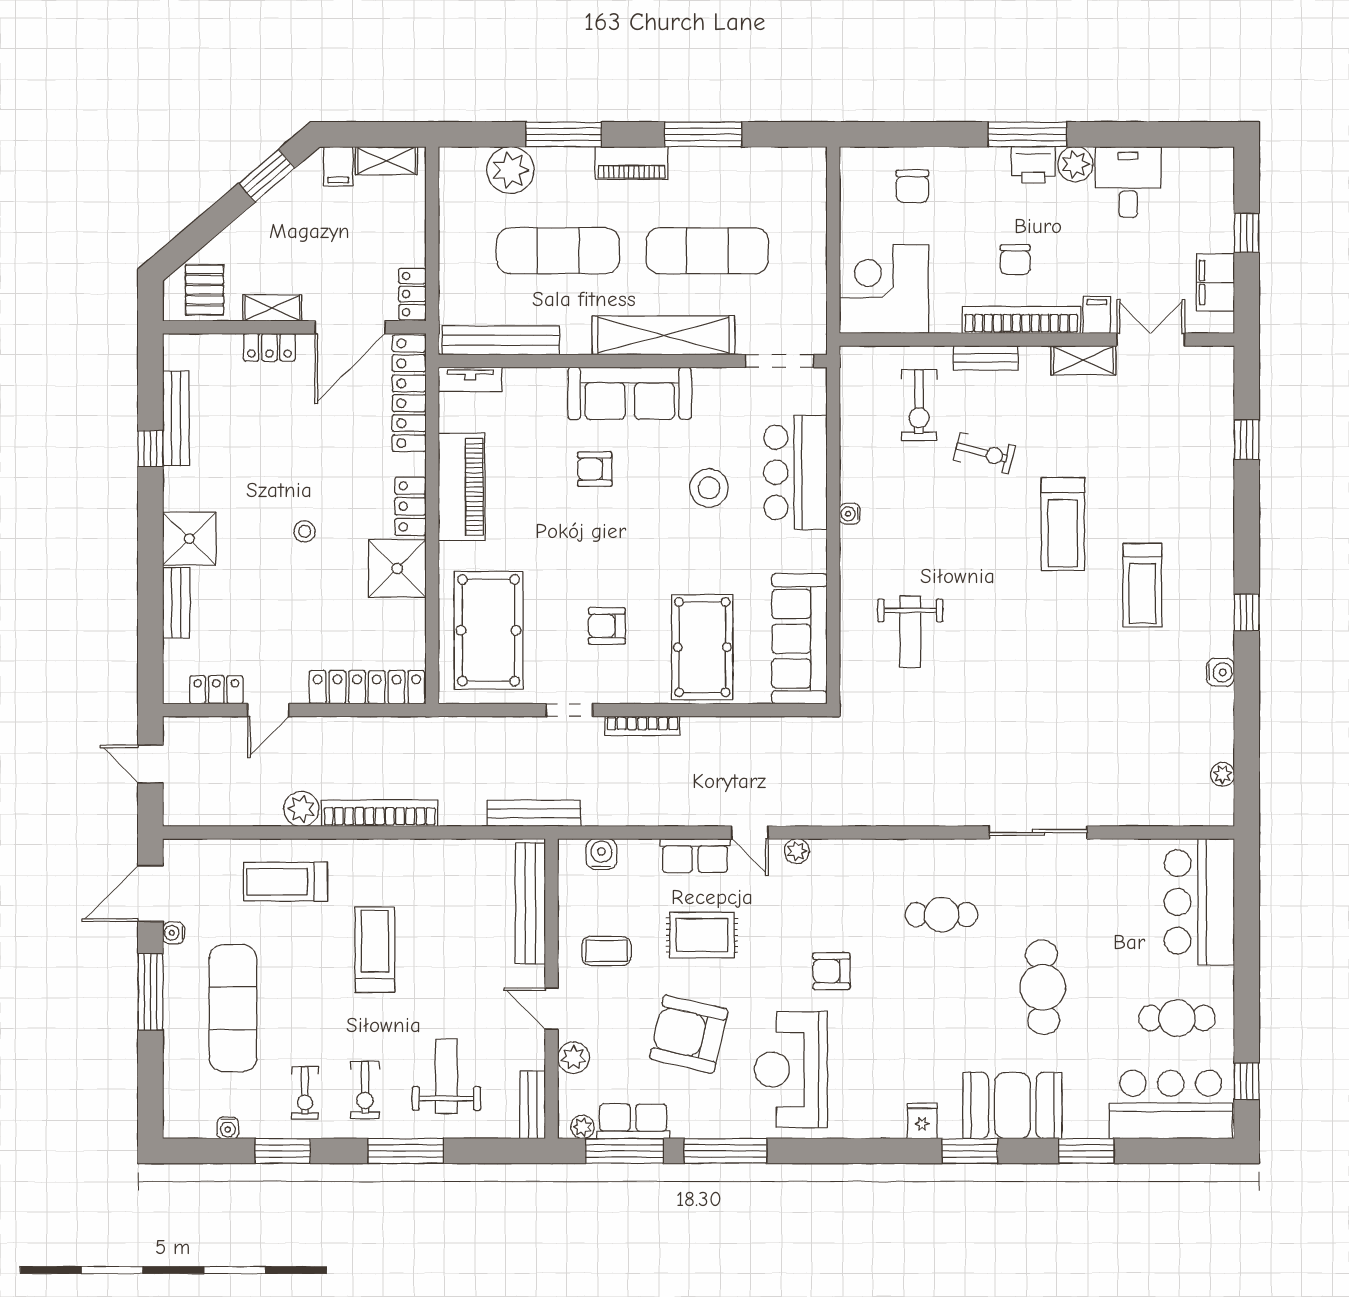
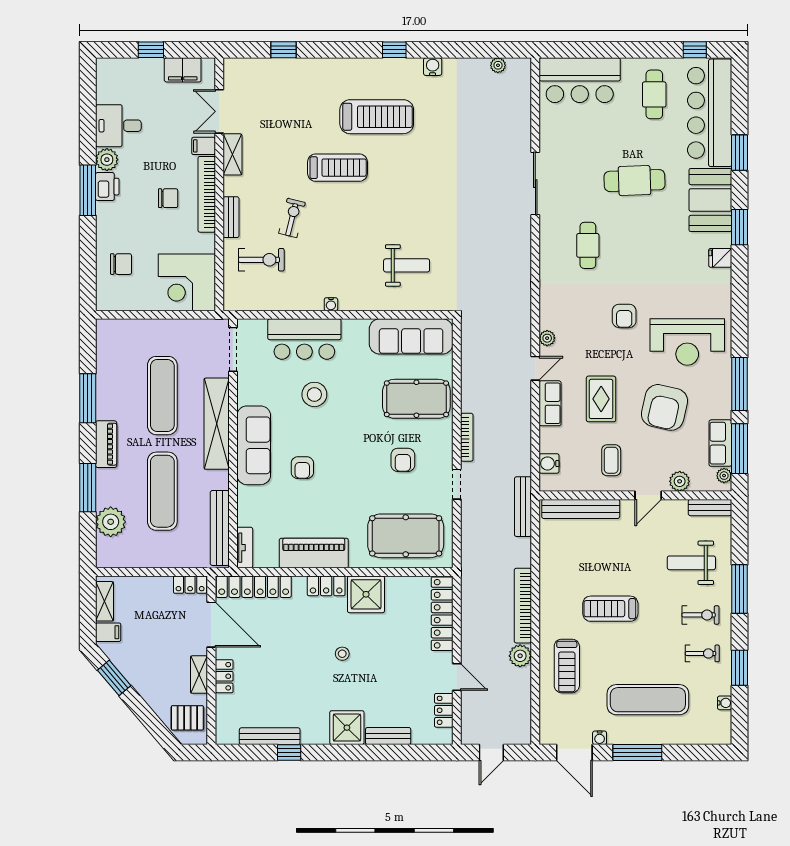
treadmill: (1142, 585) -> (377, 117), width x1.37, depth x1.38
bar counter: (1171, 1104) -> (710, 113), width x1.36

